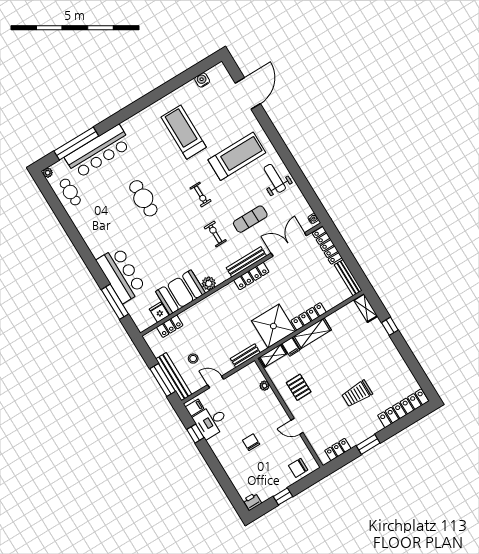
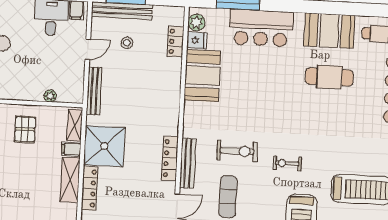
cafe table: (143, 198) -> (329, 77), moved
booth: (91, 227) -> (329, 31), added
exercise bike: (215, 234) -> (237, 151), width x1.38, depth x1.39
plant: (209, 283) -> (196, 22), moved
bench: (245, 356) -> (94, 91), width x1.36
pallet: (299, 387) -> (25, 129), turned 90

